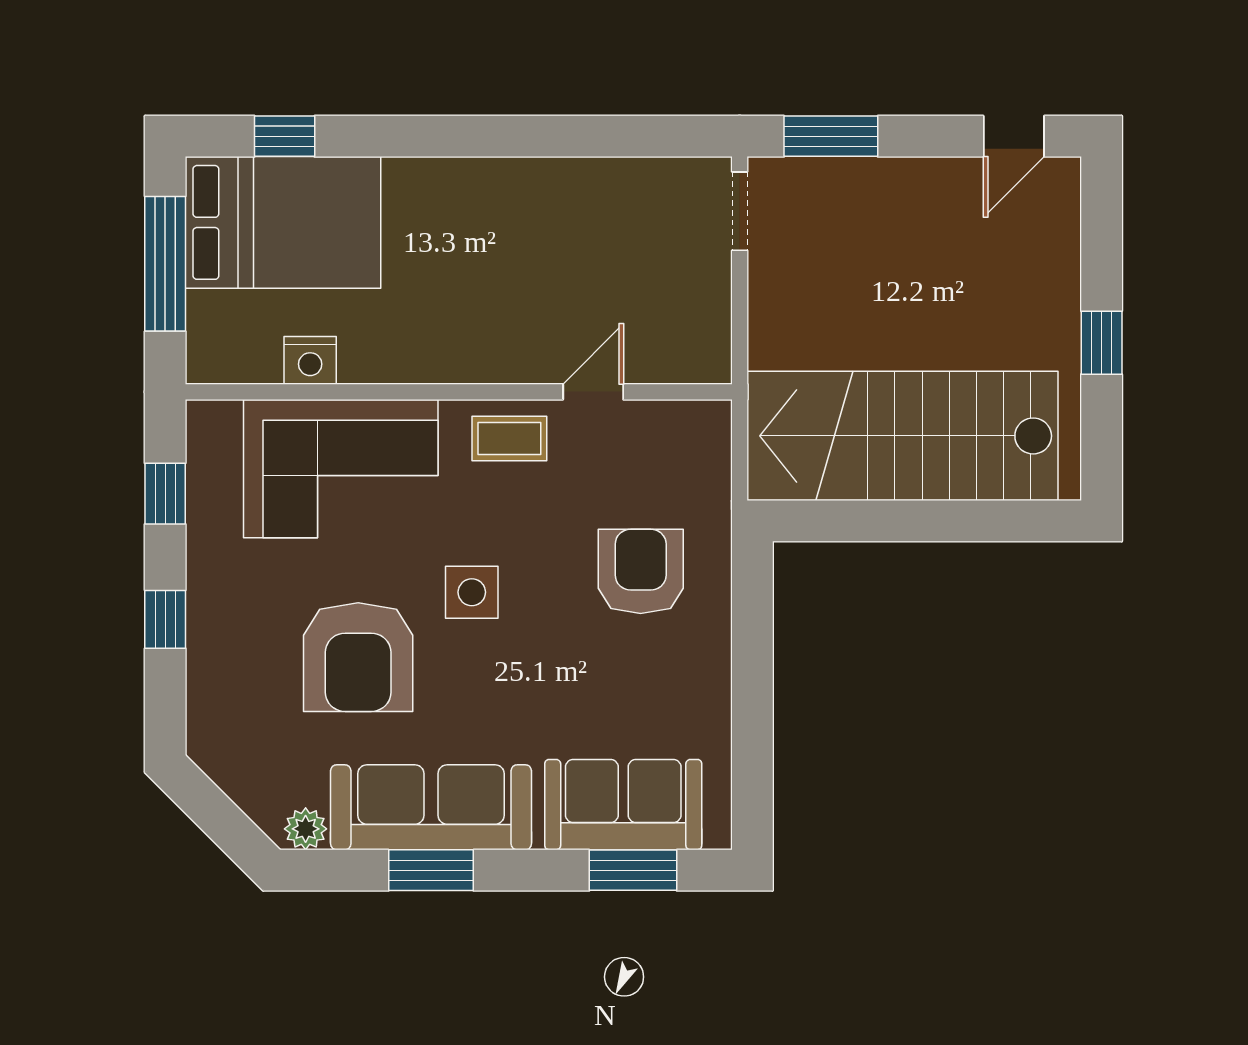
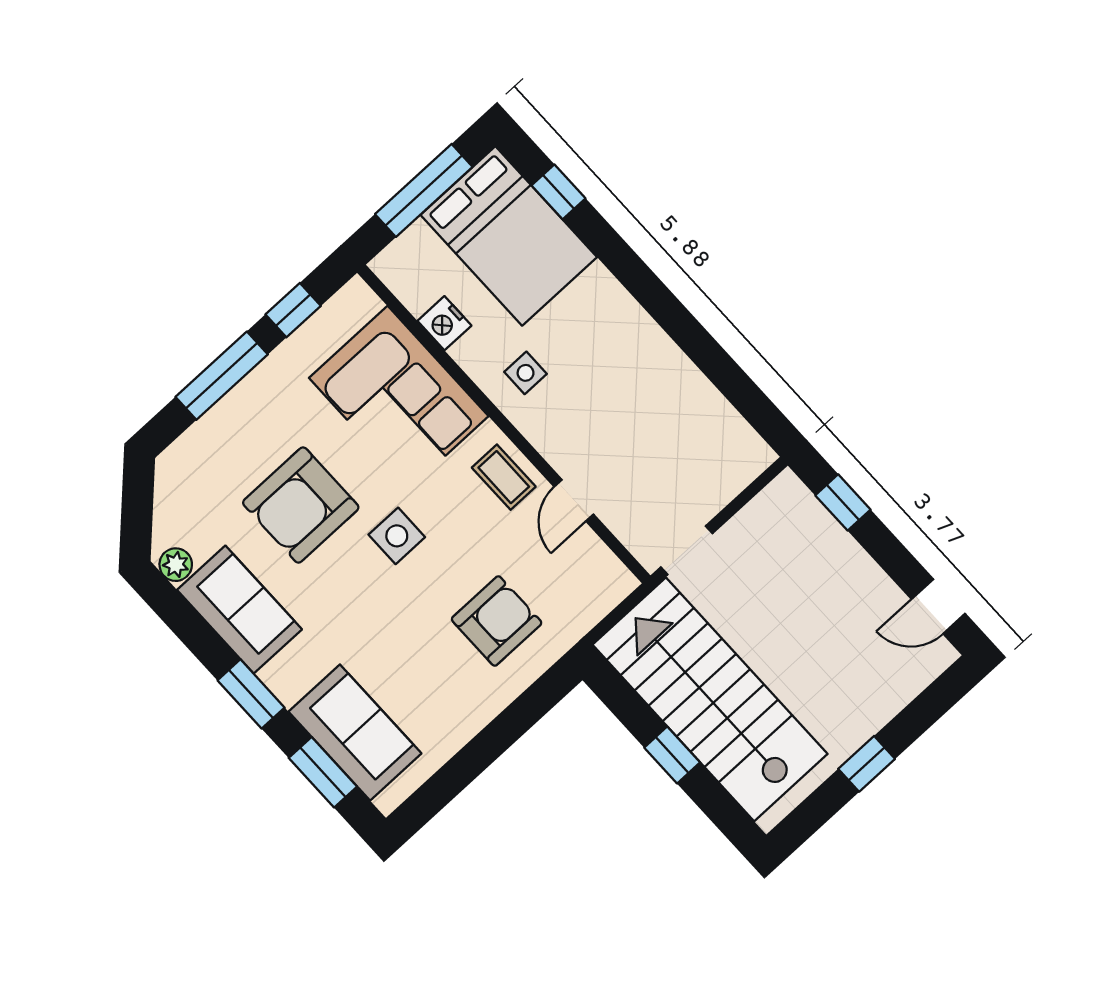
window: (831, 136) -> (843, 502), width x0.67
doorway: (740, 211) -> (687, 550), moved
side table: (429, 326) -> (526, 373), added
door: (593, 392) -> (574, 500), swing flipped
window: (923, 521) -> (672, 755), added
window: (165, 619) -> (222, 376), width x2.17
sofa: (431, 807) -> (239, 610), width x0.73
window: (431, 870) -> (251, 694), moved

